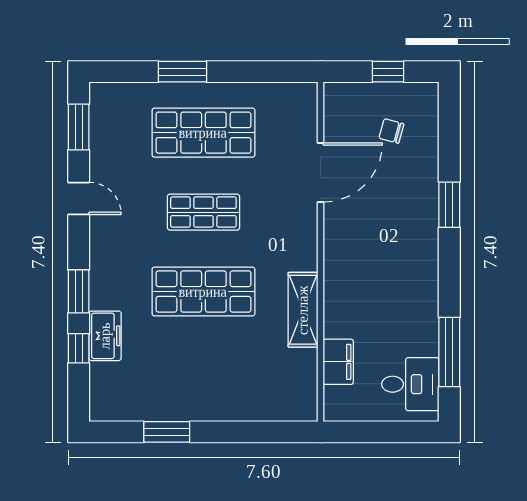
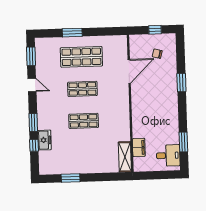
shop shelf: (203, 292) -> (84, 121), width x0.70, depth x0.74
shelving: (303, 310) -> (125, 157), moved
window: (449, 352) -> (183, 142), width x0.69

